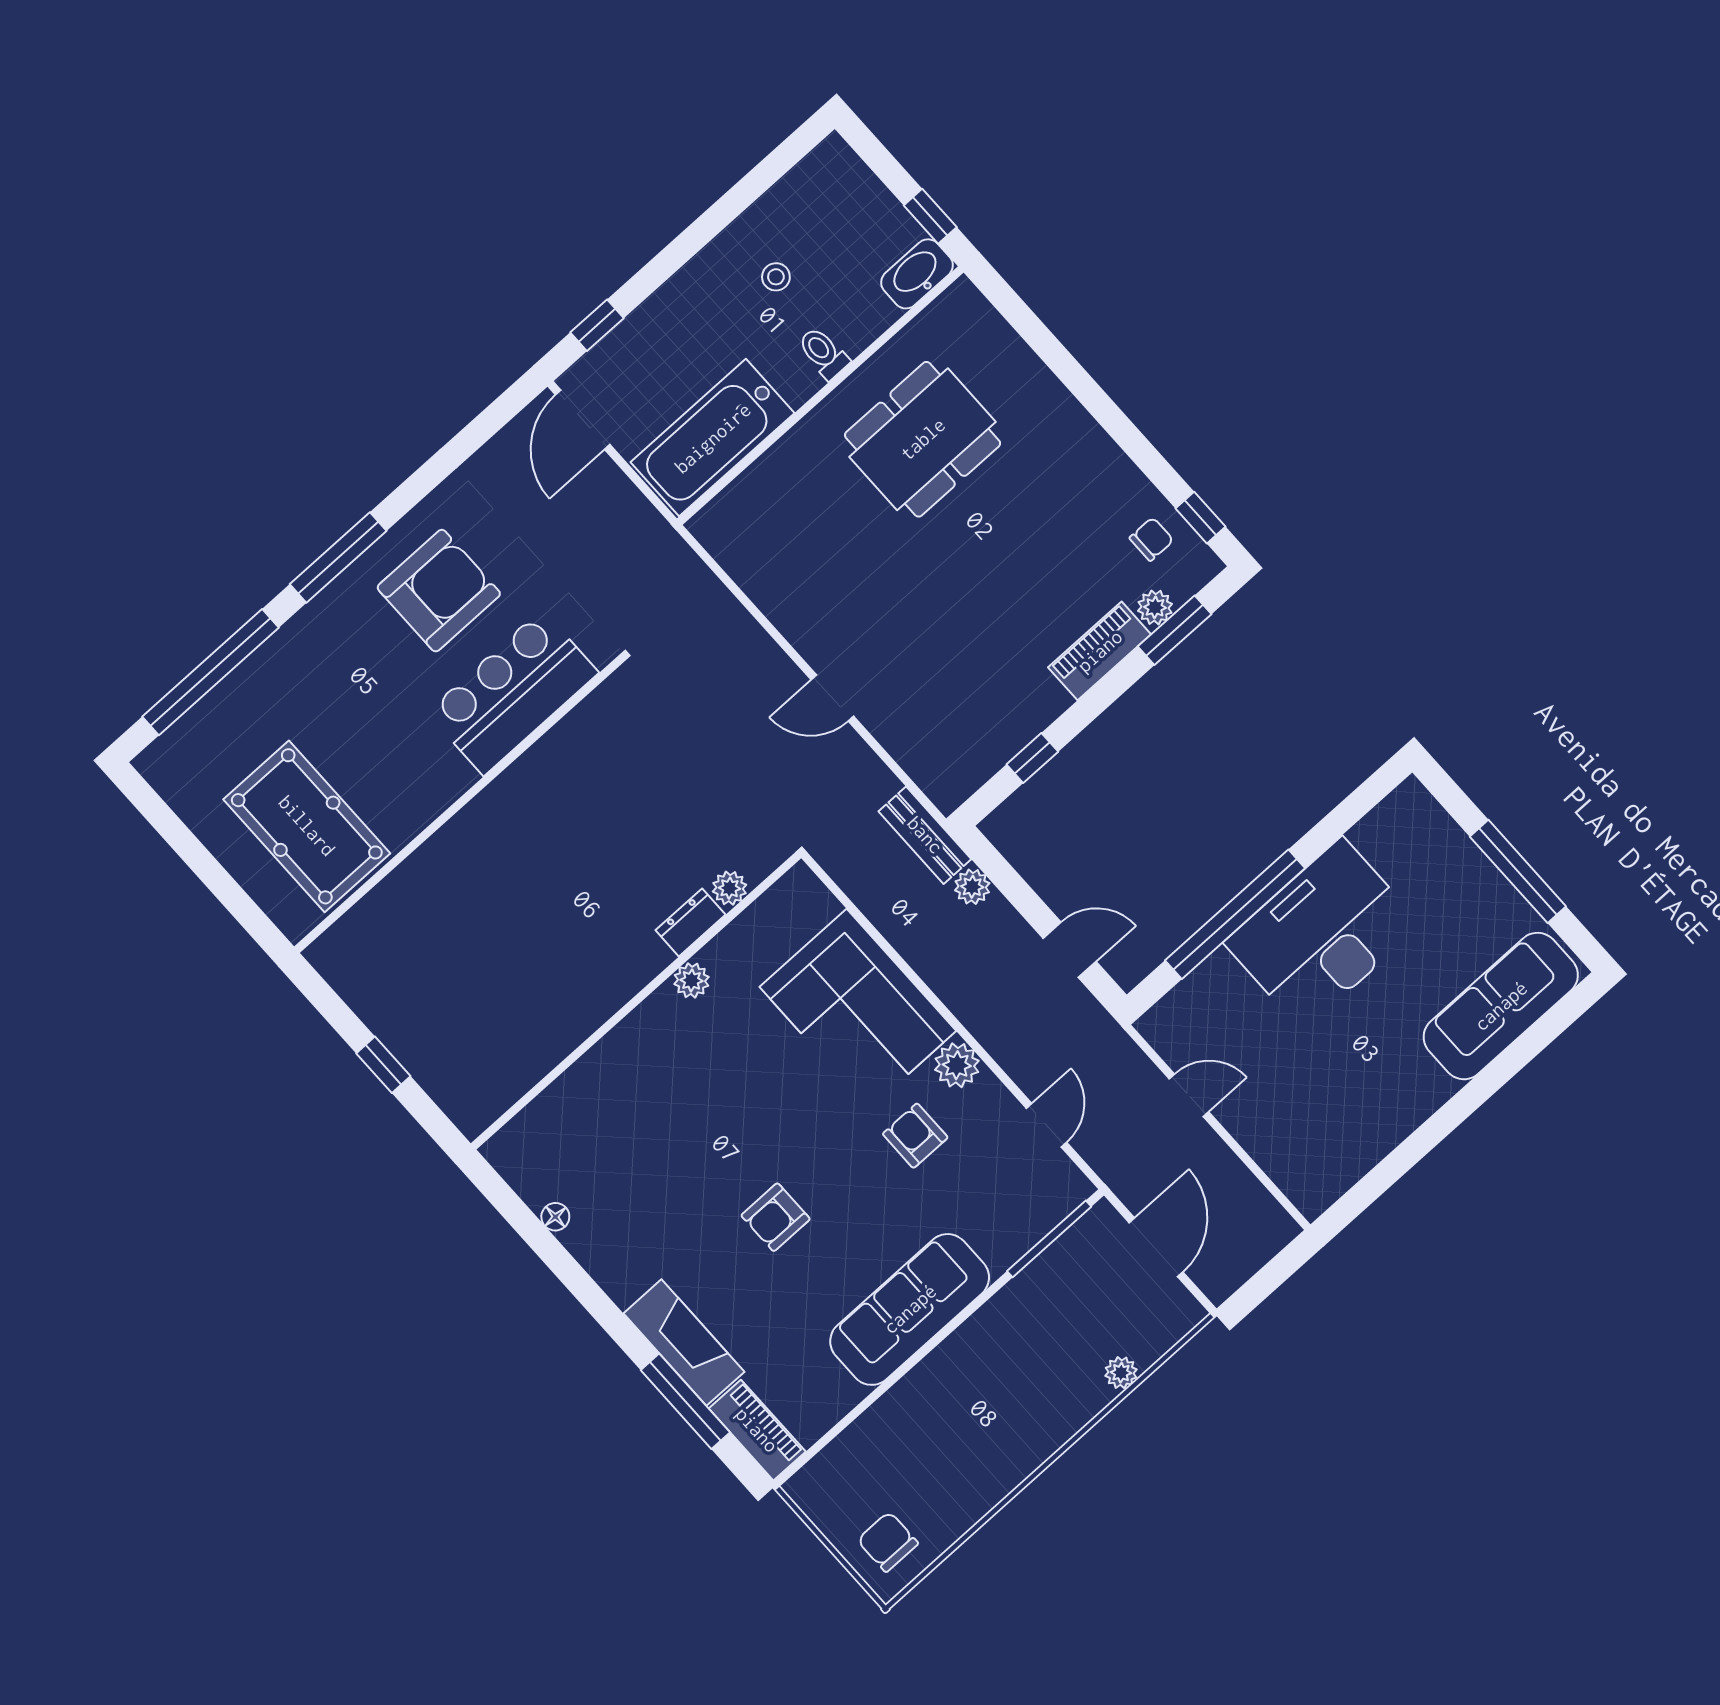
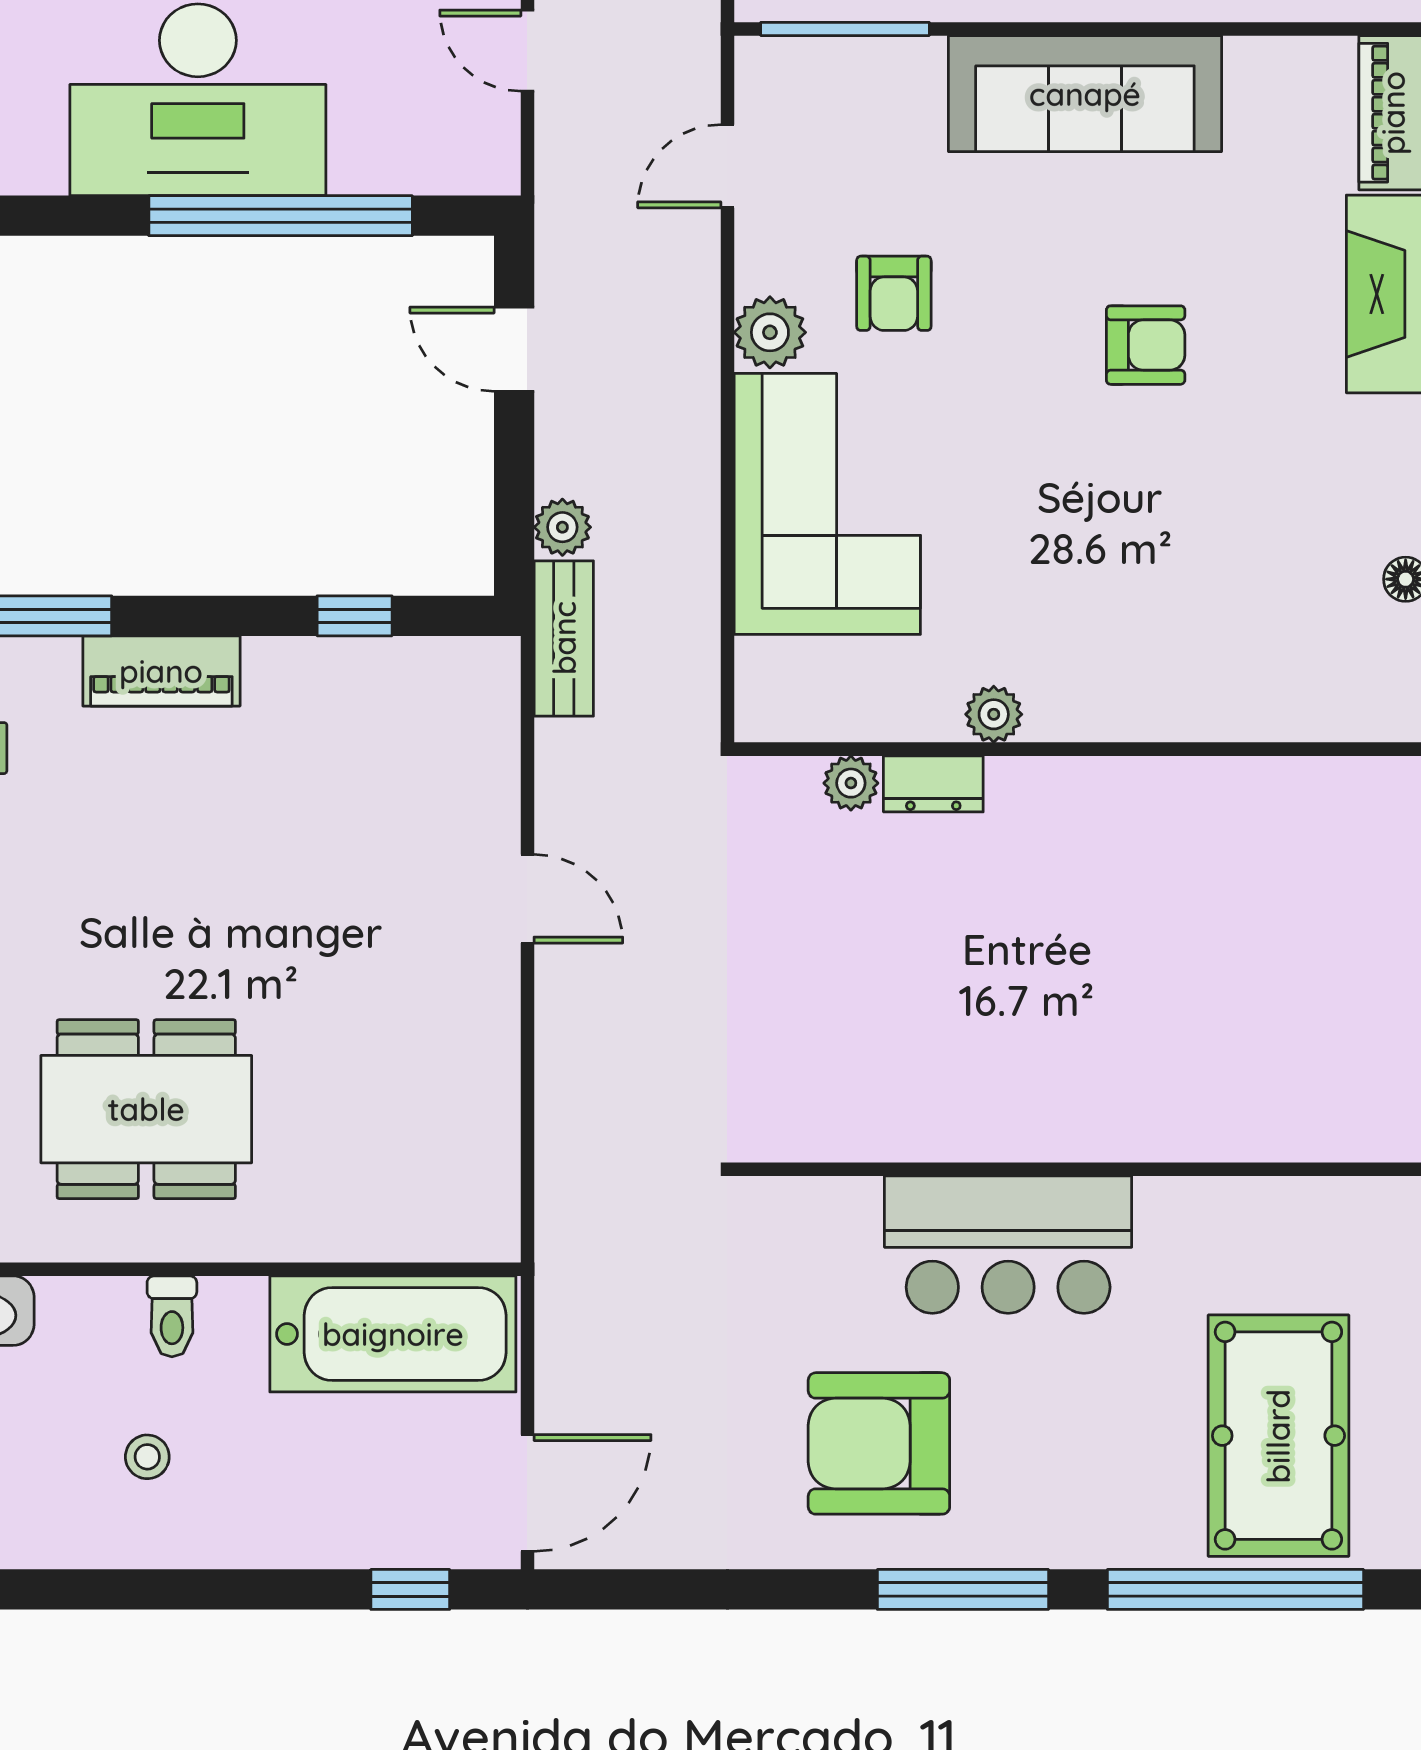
plant: (1155, 607) -> (50, 664), removed
bar counter: (513, 692) -> (1008, 1245), moved
pool table: (307, 826) -> (1278, 1436), moved

